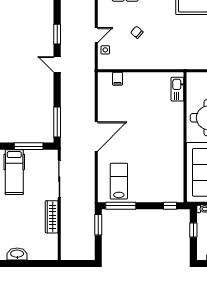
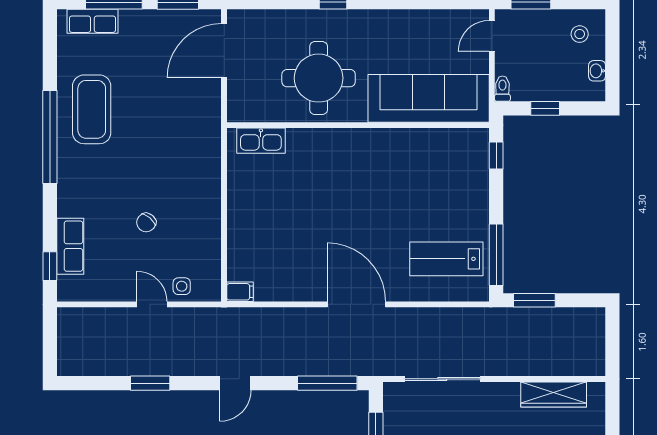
door: (57, 64) -> (235, 383), moved
filing cabinet: (118, 79) -> (240, 292), moved
wardrobe: (52, 217) -> (554, 394), moved

